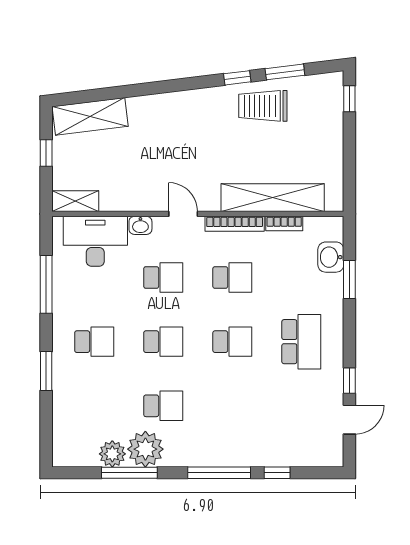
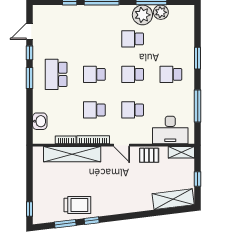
pallet: (133, 196) -> (149, 155), added
washbasin: (140, 225) -> (145, 139), removed
window: (349, 280) -> (29, 78), moved

